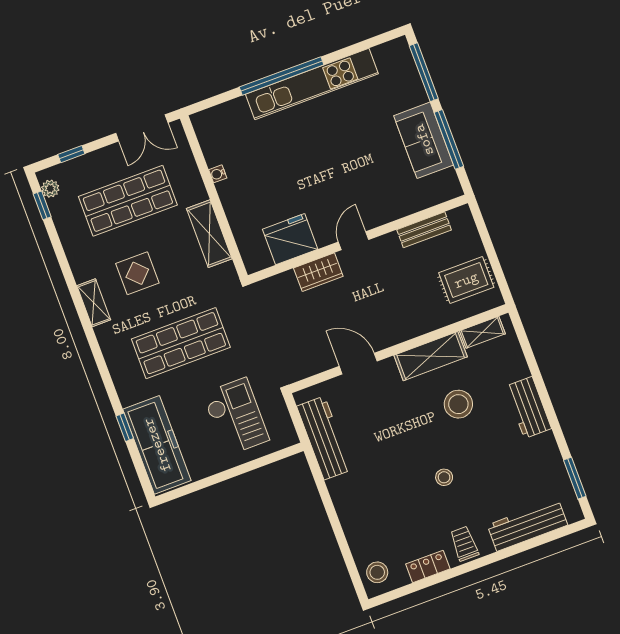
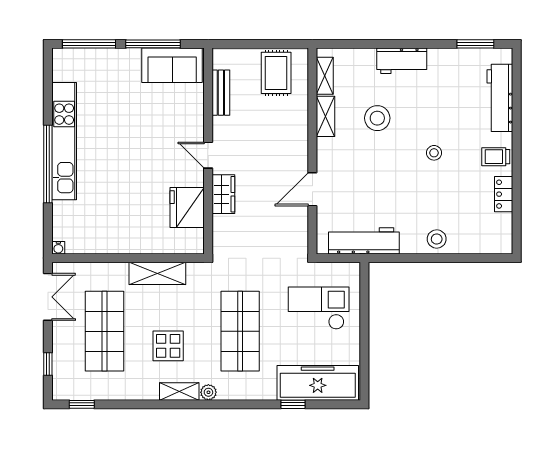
sofa: (424, 140) -> (172, 65), moved
water cooler: (218, 174) -> (58, 248), moved
plant: (50, 189) -> (208, 392), moved
shelving: (431, 356) -> (325, 116), width x0.67, depth x0.75
stool: (377, 572) -> (437, 239), moved

